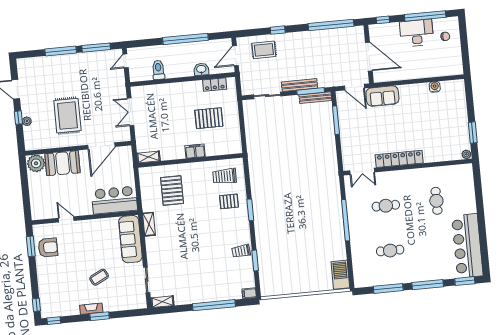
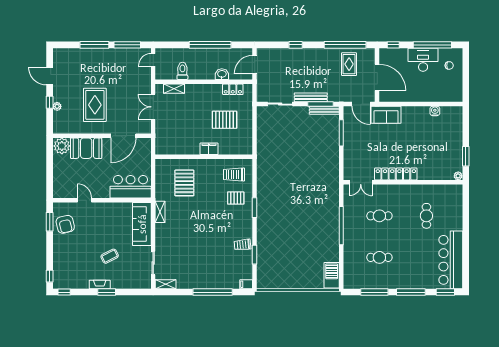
rug: (264, 50) -> (349, 64), moved, turned 90
shelving: (148, 157) -> (174, 89), moved
armchair: (48, 247) -> (65, 224), turned 77

